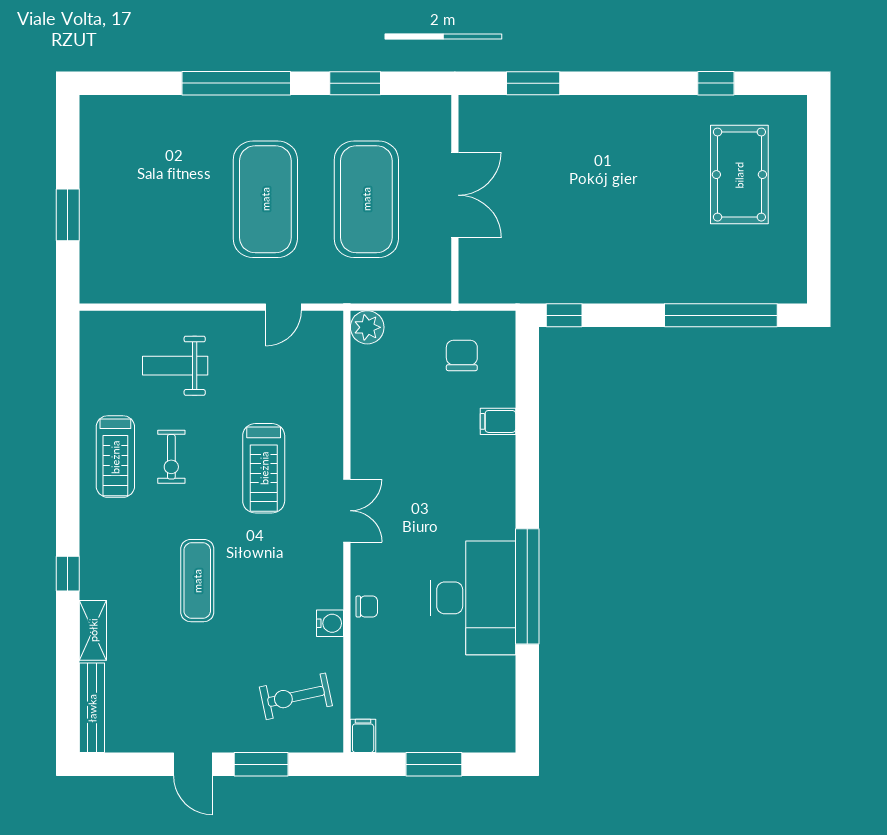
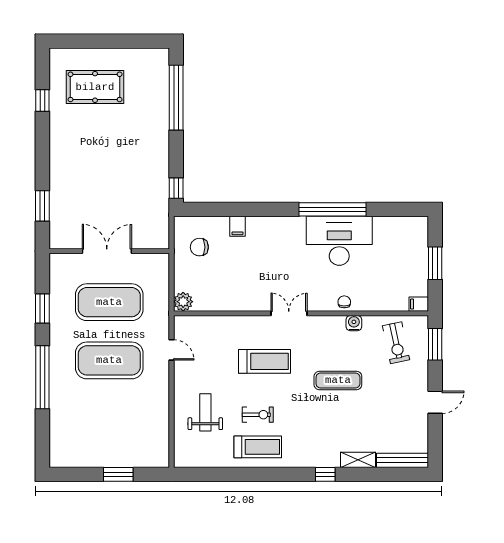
weight bench: (175, 366) -> (205, 412), turned 180
exercise mat: (197, 581) -> (338, 380), moved
window: (261, 764) -> (435, 344), moved

